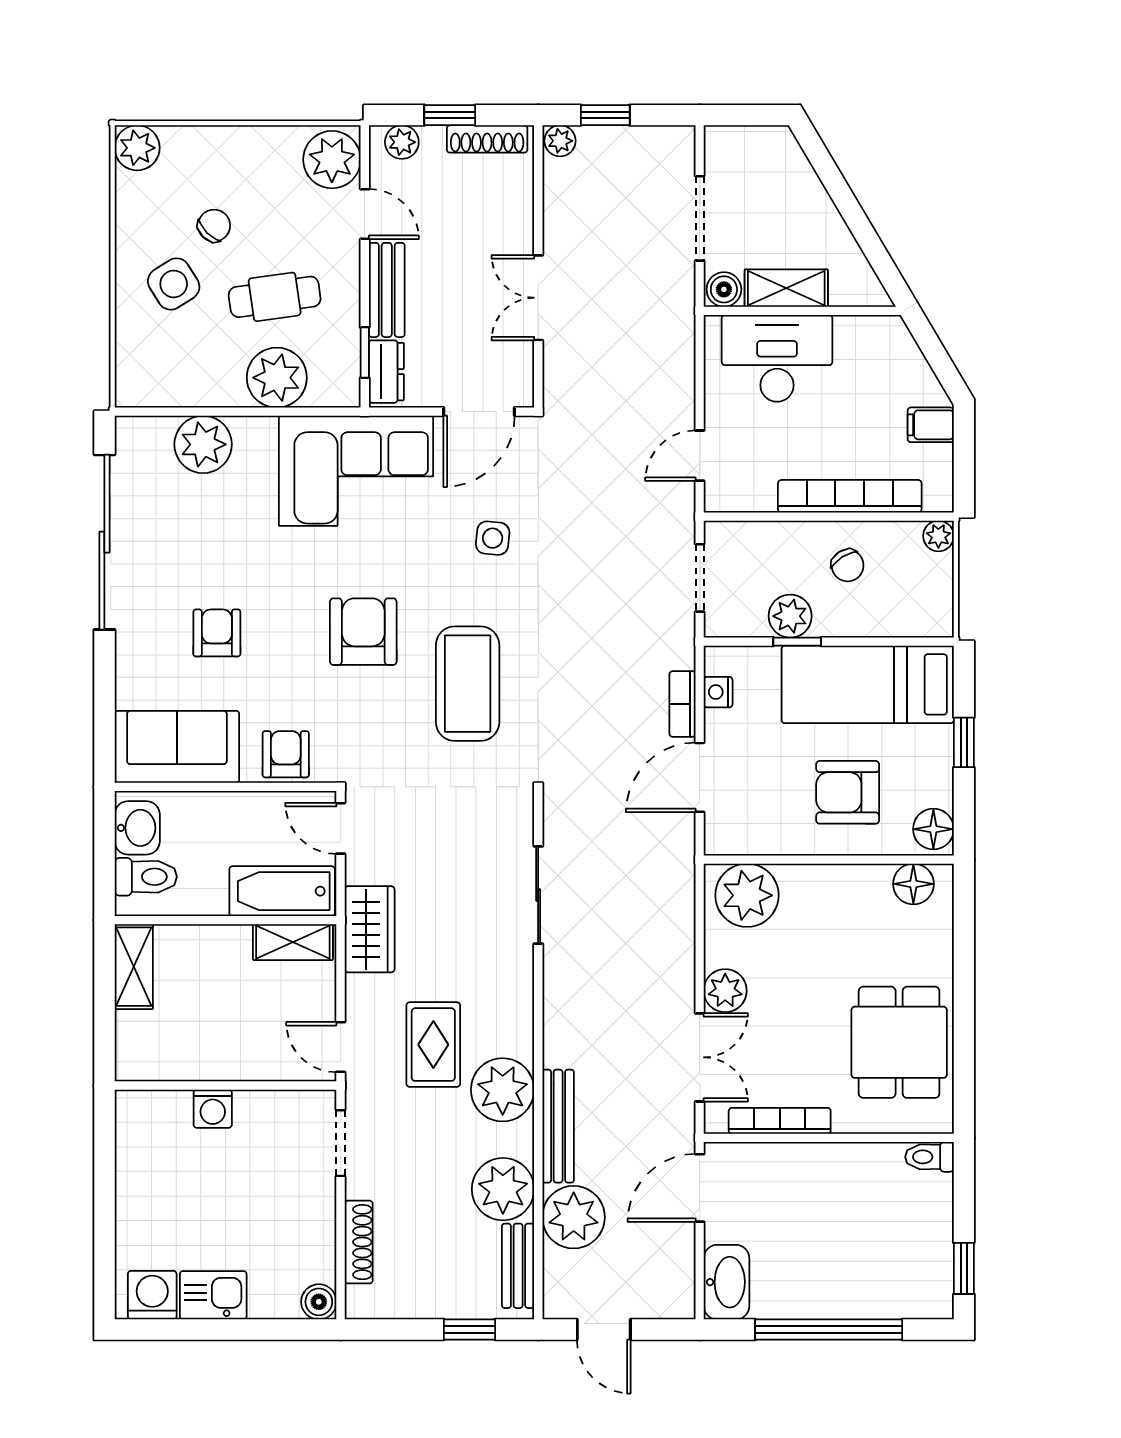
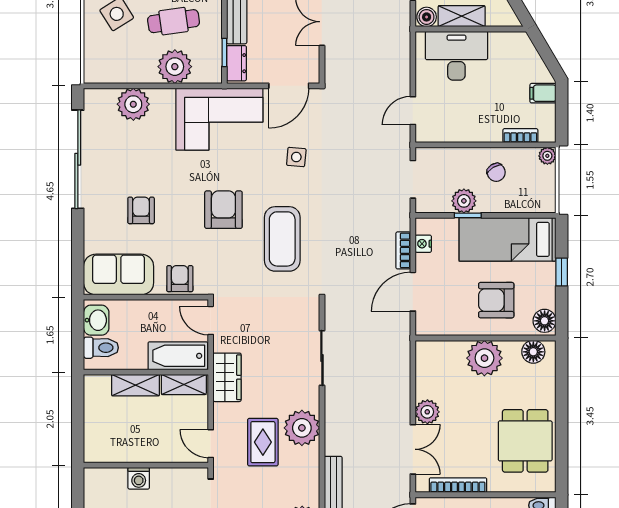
bookcase: (850, 496) -> (520, 136), width x0.43, depth x0.76
plant: (747, 895) -> (484, 358), moved
shelving: (134, 967) -> (136, 385), moved, turned 90
plant: (503, 1090) -> (302, 428), moved

